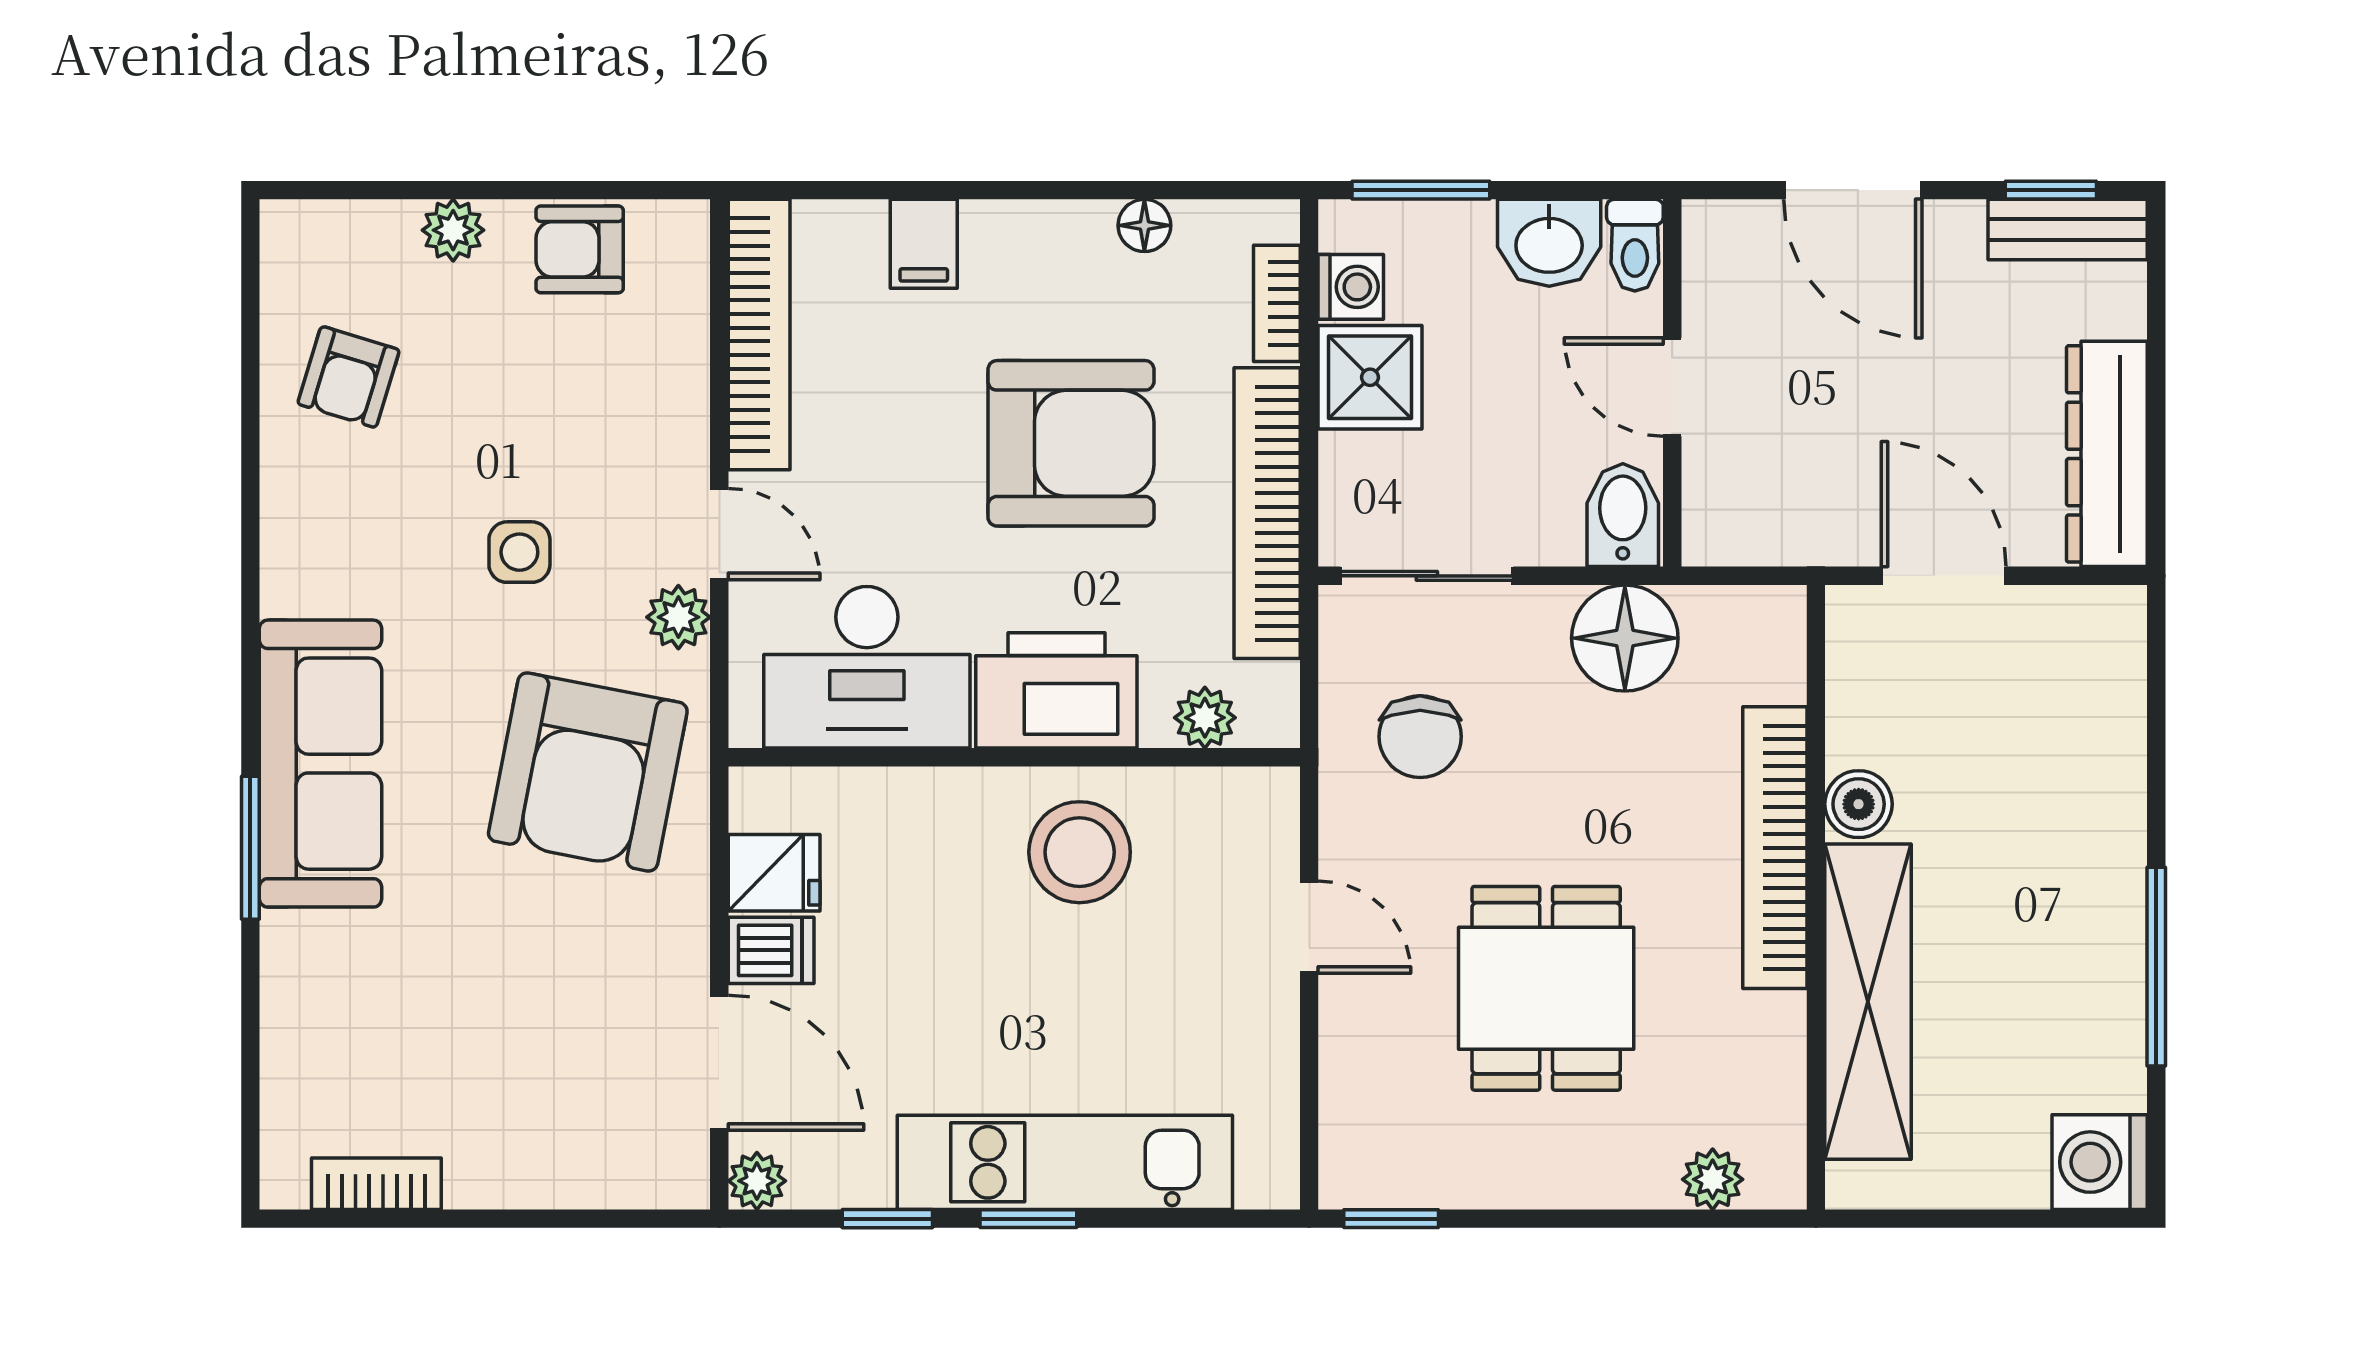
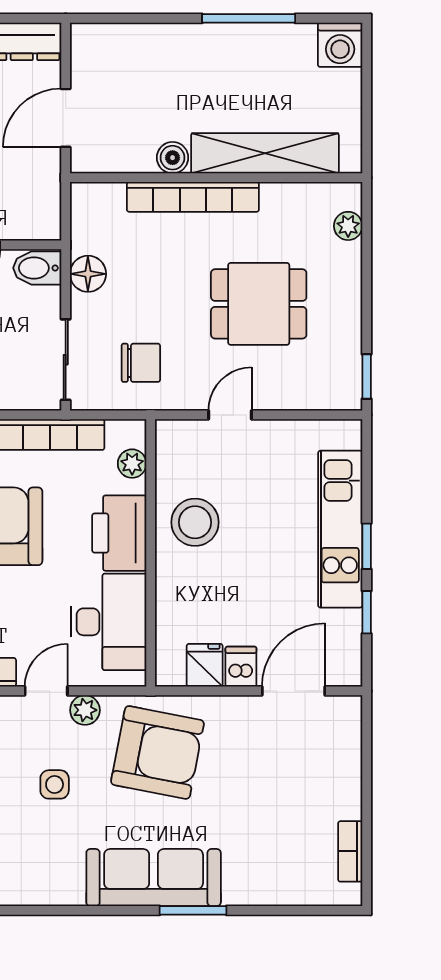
floor lamp: (1625, 638) -> (88, 274), width x0.73, depth x0.73
plant: (757, 1181) -> (349, 673), removed

